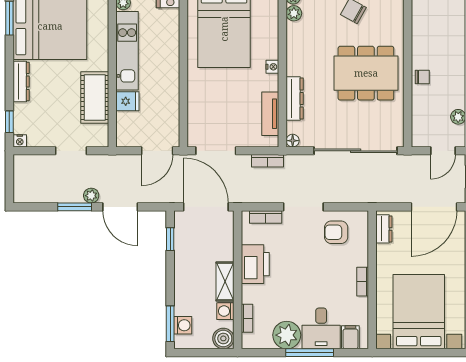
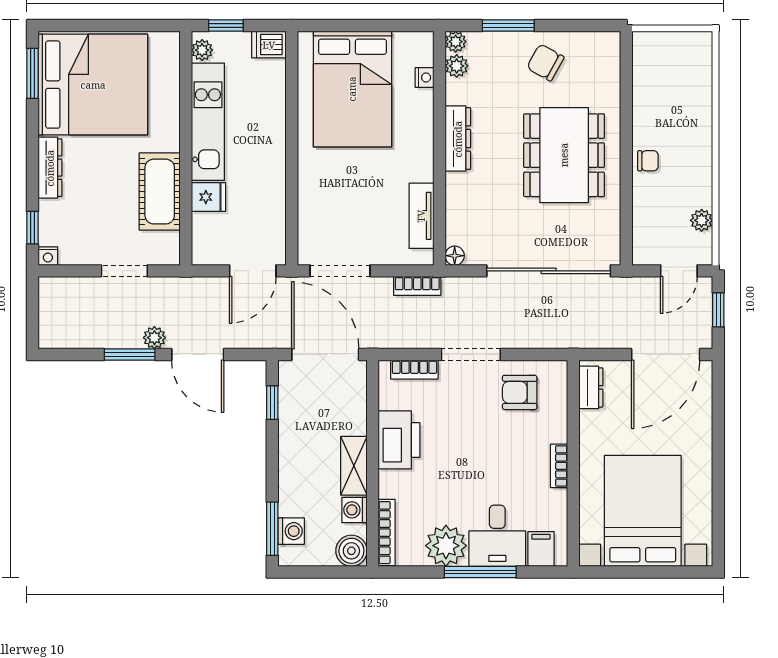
nightstand: (272, 67) -> (425, 78), moved
dining table: (366, 73) -> (564, 155), turned 90
dresser: (295, 99) -> (458, 139), moved
bookcase: (247, 318) -> (387, 533), width x1.56

